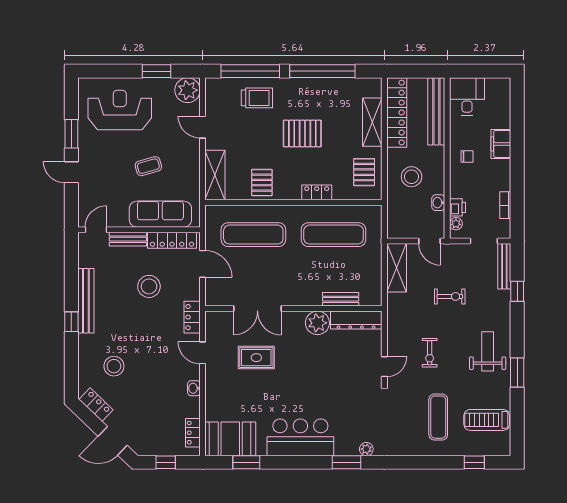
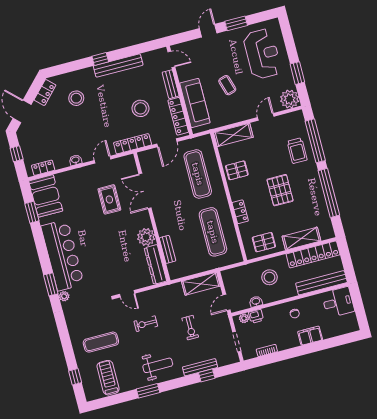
bench: (504, 266) -> (200, 367), moved
locker: (192, 317) -> (133, 144), width x1.53
bar counter: (300, 437) -> (62, 255), width x1.36

